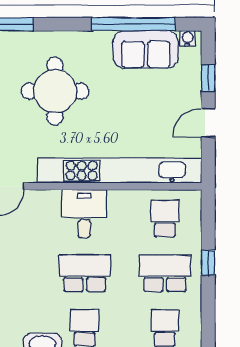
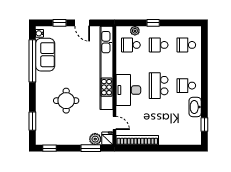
round table: (55, 91) -> (66, 101), width x0.73, depth x0.73
desk: (84, 214) -> (128, 90), width x1.37
plant: (193, 227) -> (135, 31), added
school desk: (165, 273) -> (159, 45), width x0.54

